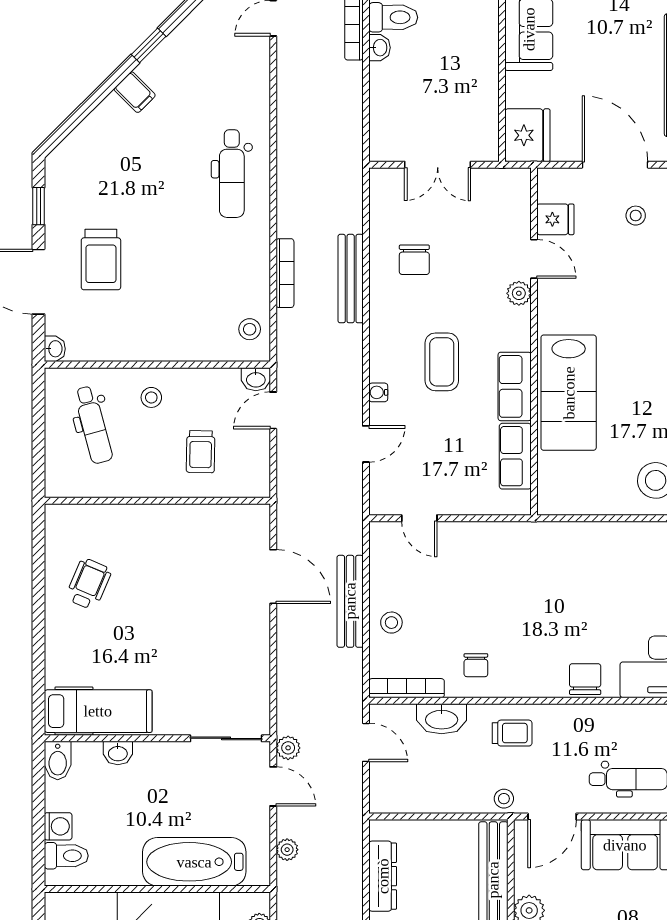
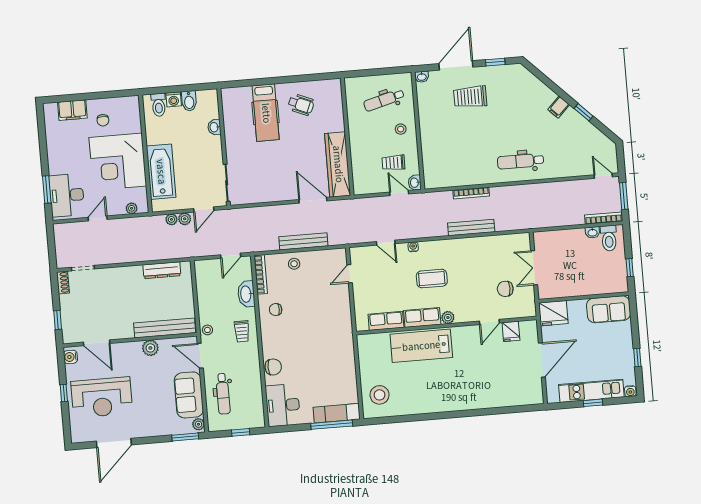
stool: (636, 216) -> (516, 373), removed
chair: (414, 260) -> (505, 289), moved
plant: (519, 293) -> (448, 318), moved
stool: (250, 329) -> (440, 177), removed
trolley: (201, 452) -> (393, 163), moved
wardrobe: (209, 524) -> (338, 164), added
door: (273, 577) -> (313, 200), swing flipped
hospital bed: (98, 711) -> (266, 113), moved
plant: (288, 748) -> (185, 219), moved
bidet: (58, 760) -> (189, 101), moved, turned -90

